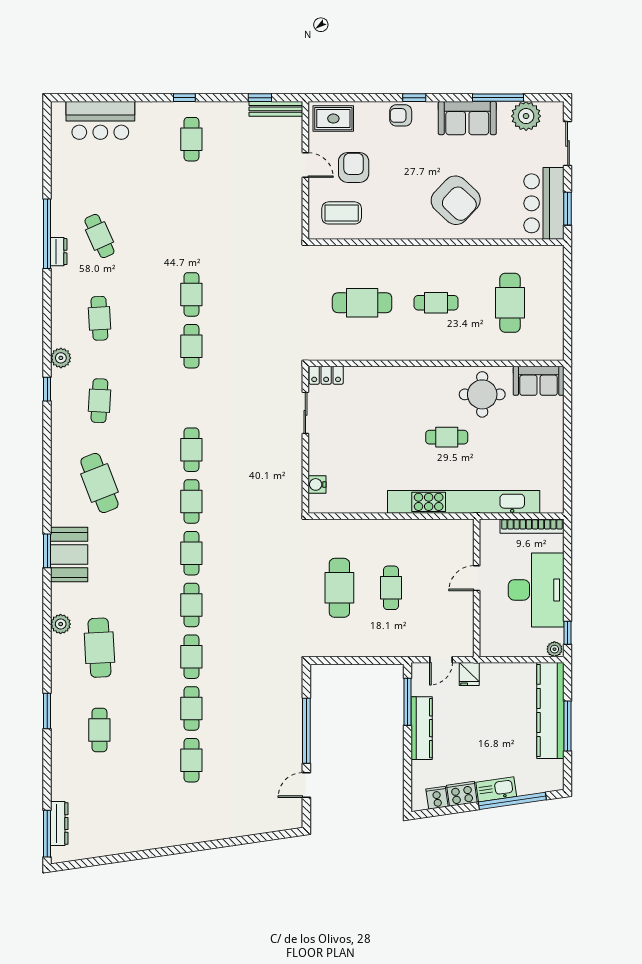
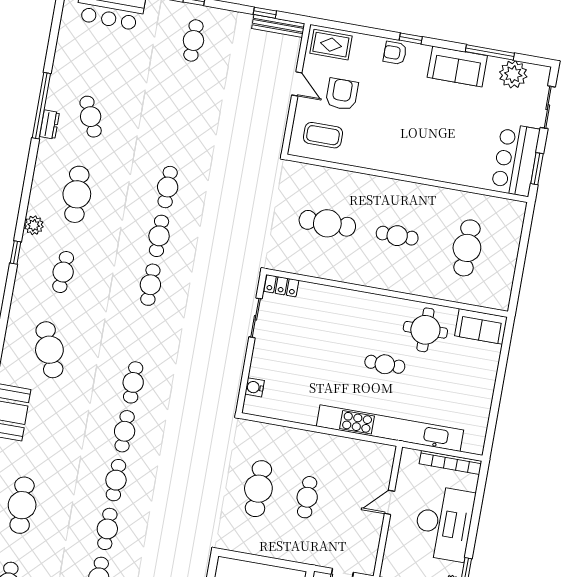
armchair: (456, 200) -> (433, 142), removed
cafe table: (99, 318) -> (77, 194), width x1.37, depth x1.35
cafe table: (191, 450) -> (150, 285), moved

